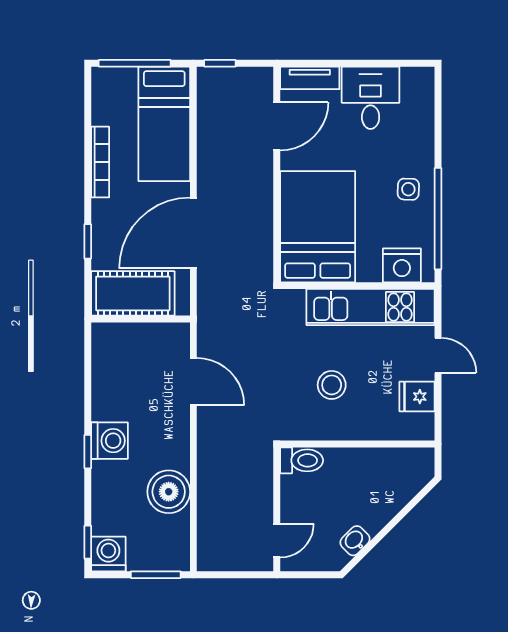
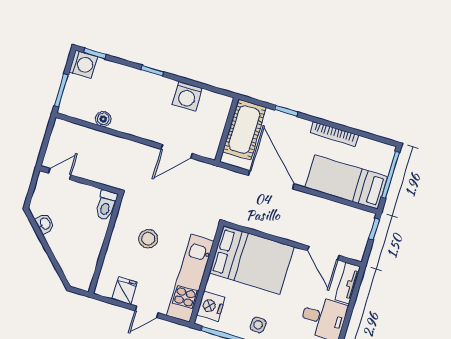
washing machine: (109, 441) -> (187, 96), moved
boiler: (169, 492) -> (103, 119), width x0.54, depth x0.54
door: (277, 541) -> (60, 174), swing flipped

